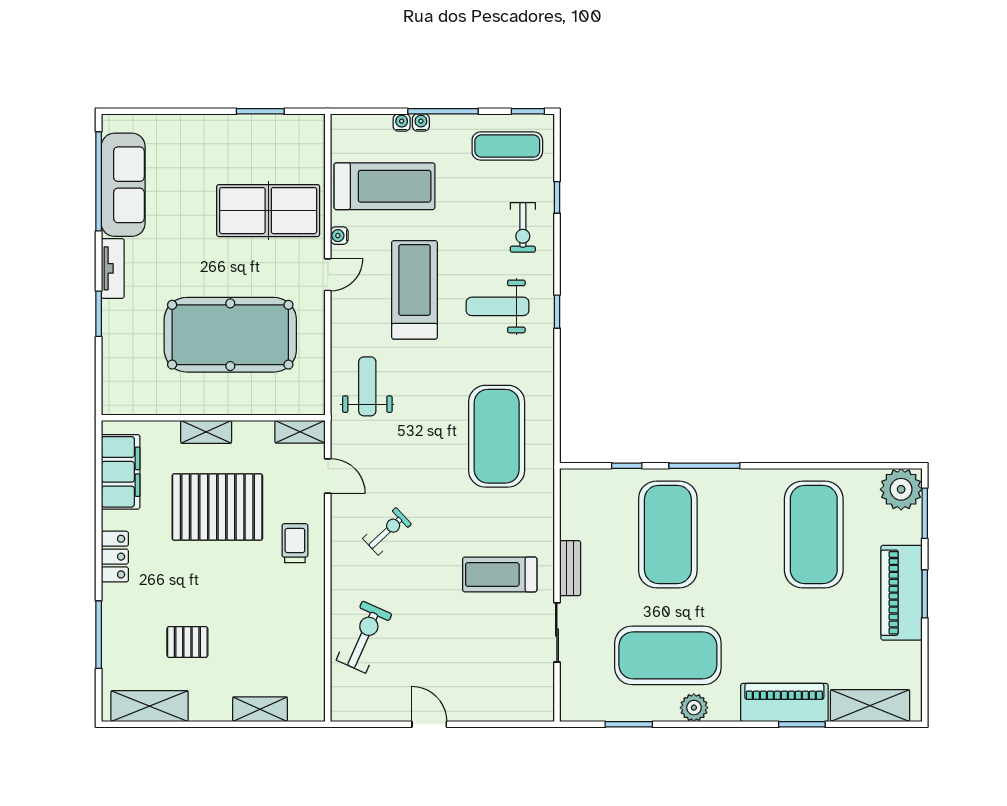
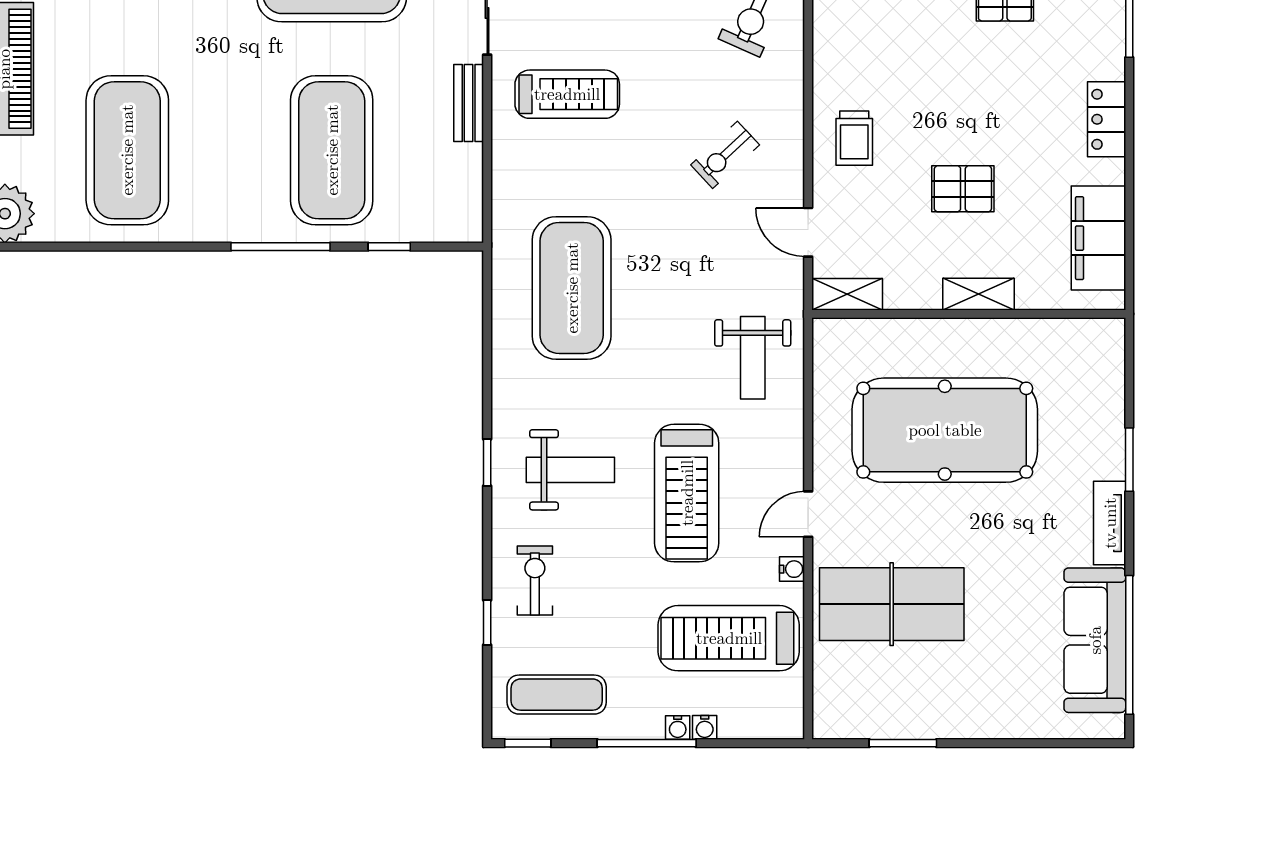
pallet: (217, 507) -> (963, 189), width x0.49, depth x0.50

